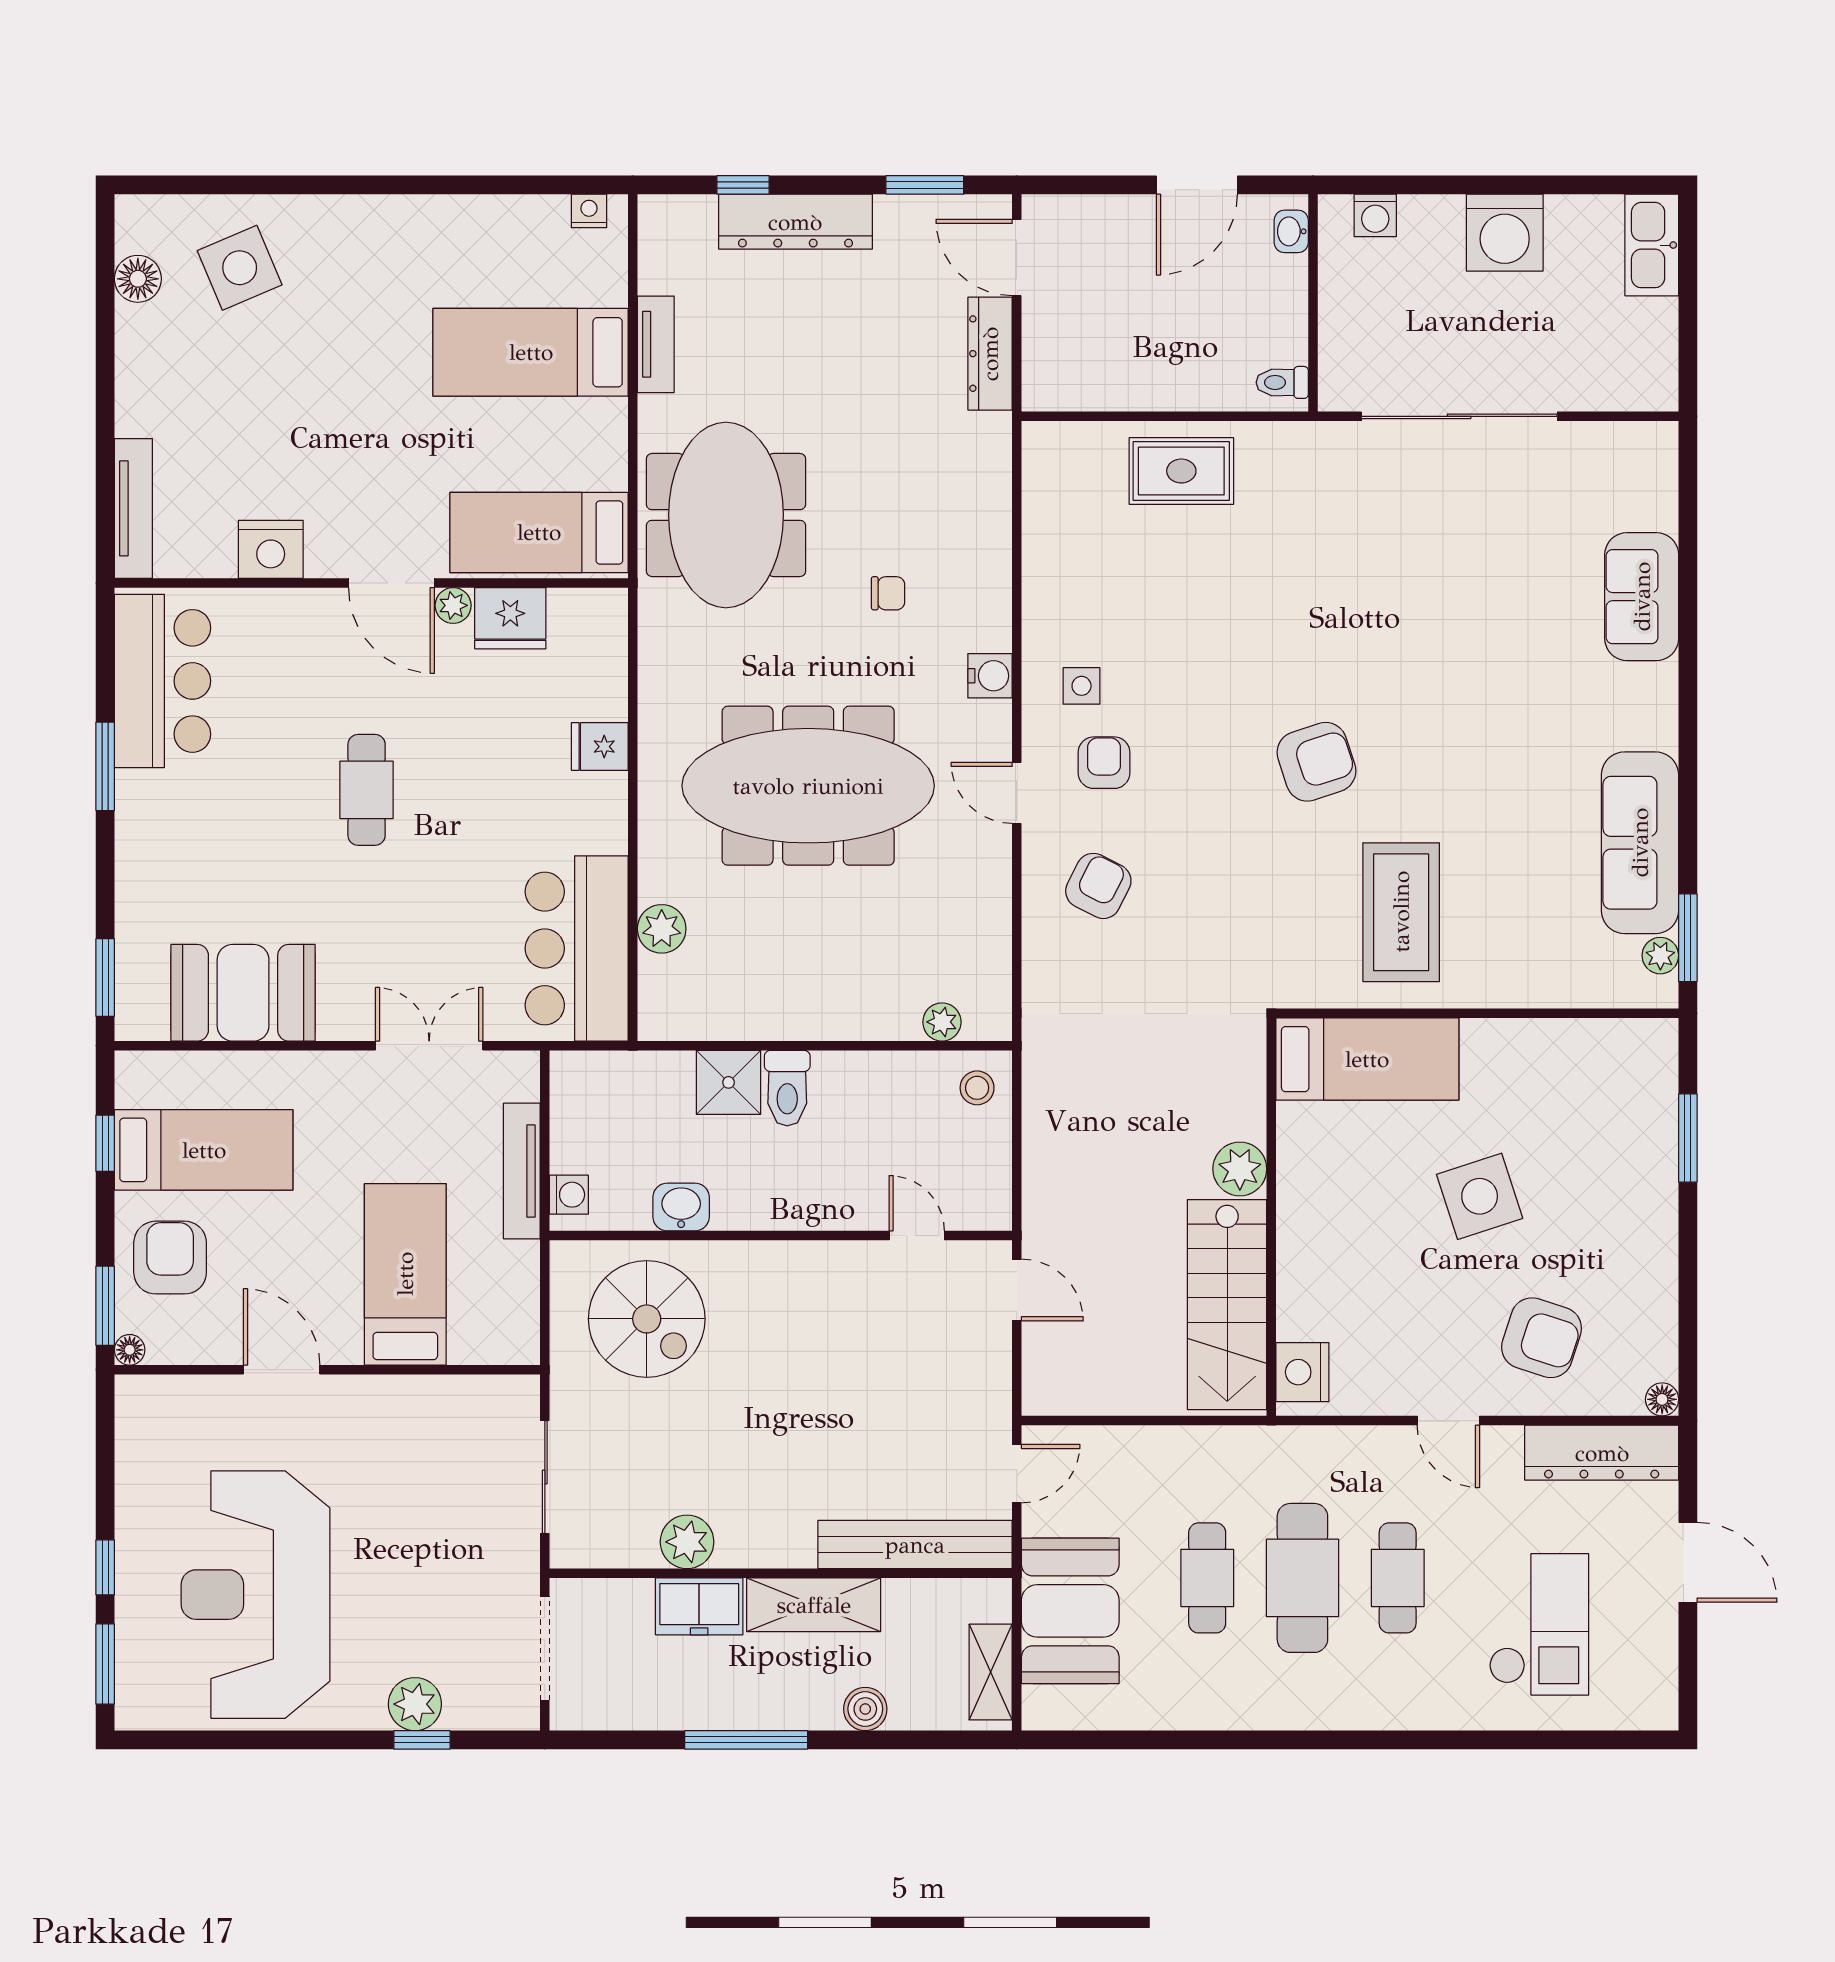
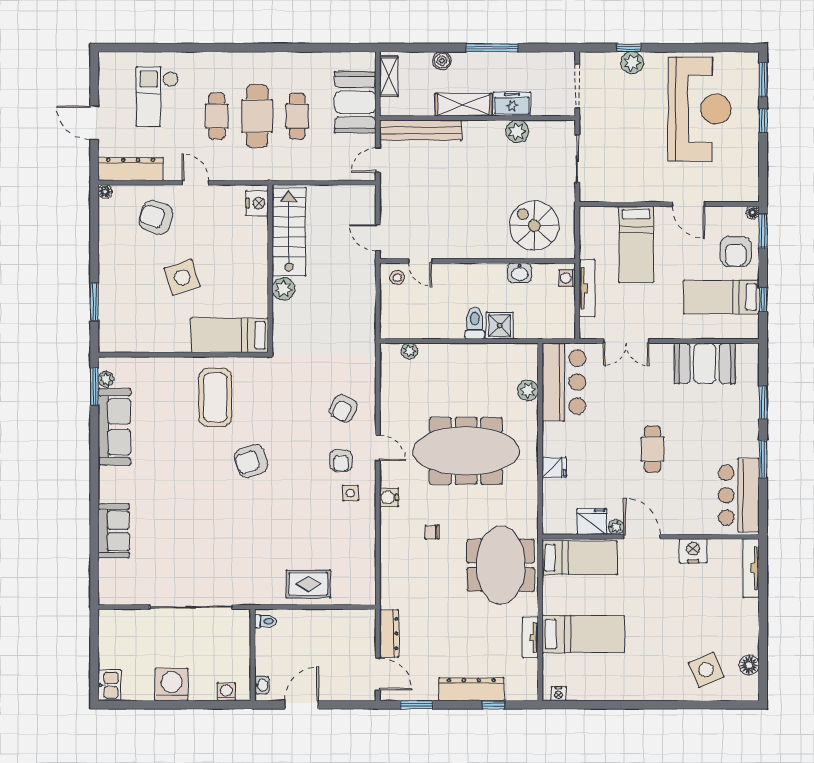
kitchen sink: (1652, 245) -> (109, 685), width x0.73
window: (105, 978) -> (763, 403), moved
stool: (977, 1088) -> (397, 278), moved

